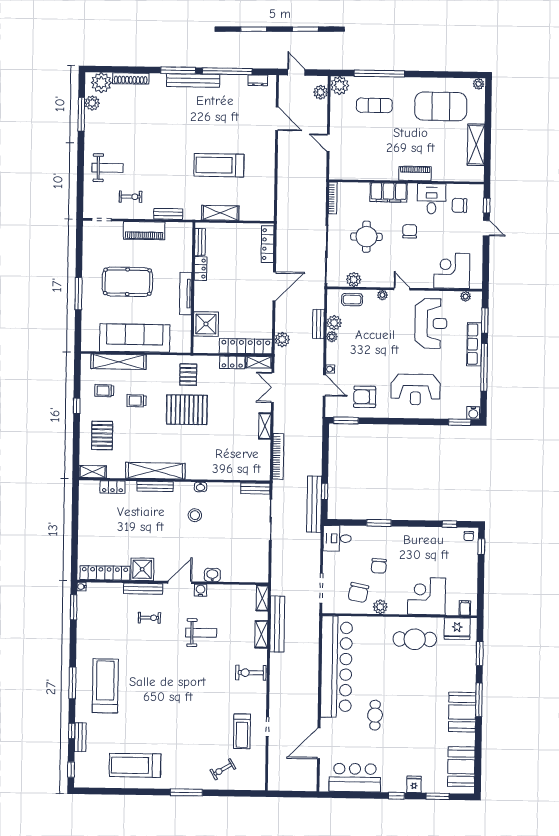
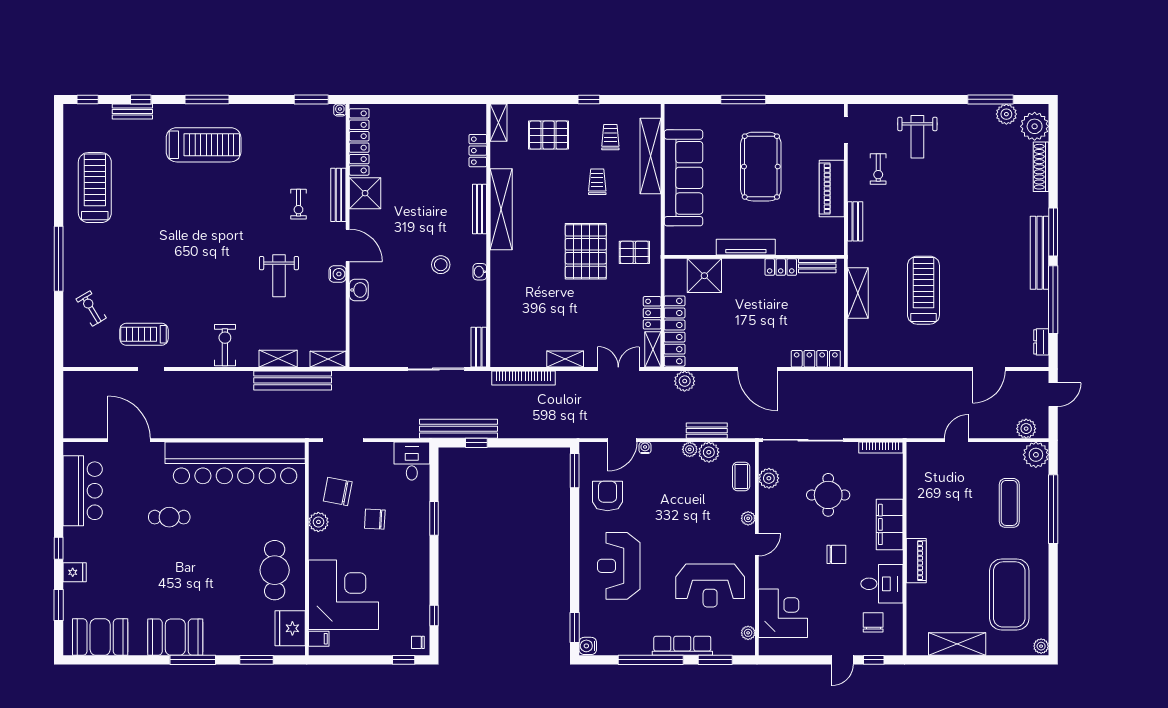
corner desk: (427, 596) -> (343, 595), width x1.36, depth x1.36
window: (186, 792) -> (59, 259), width x1.46

